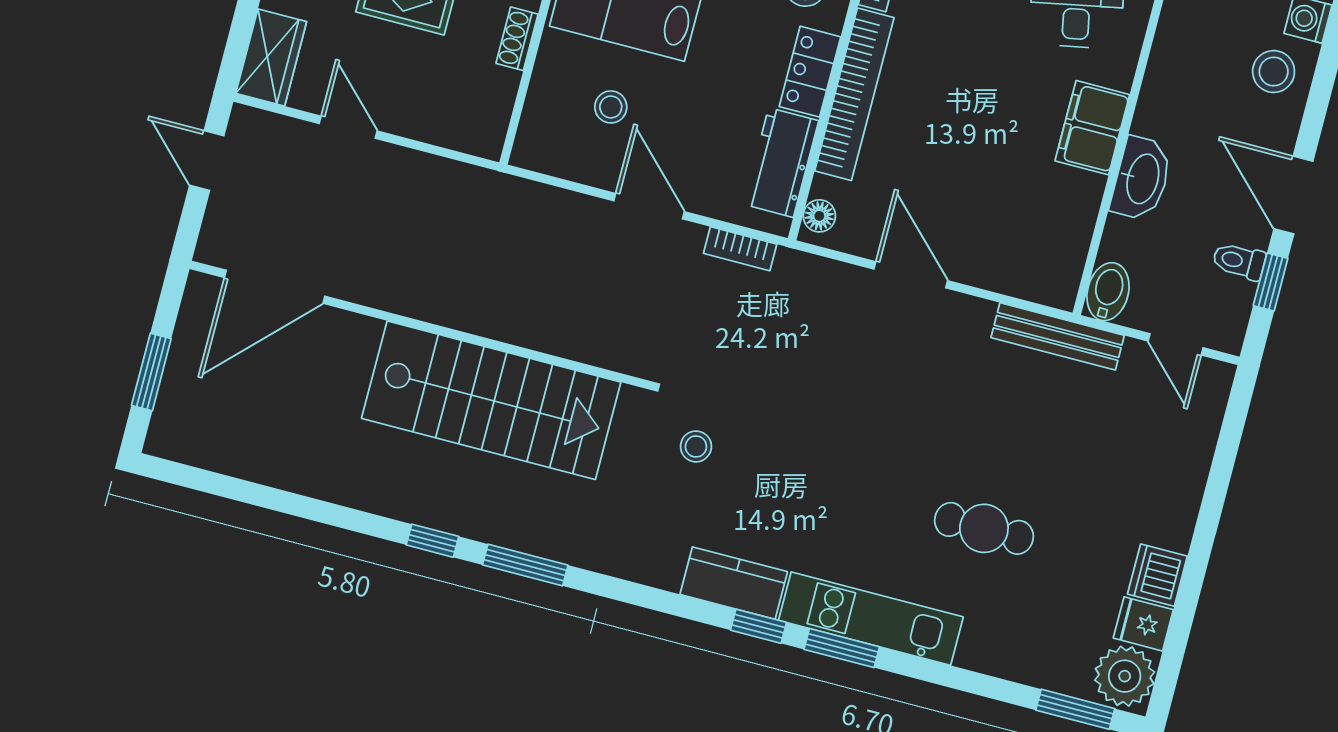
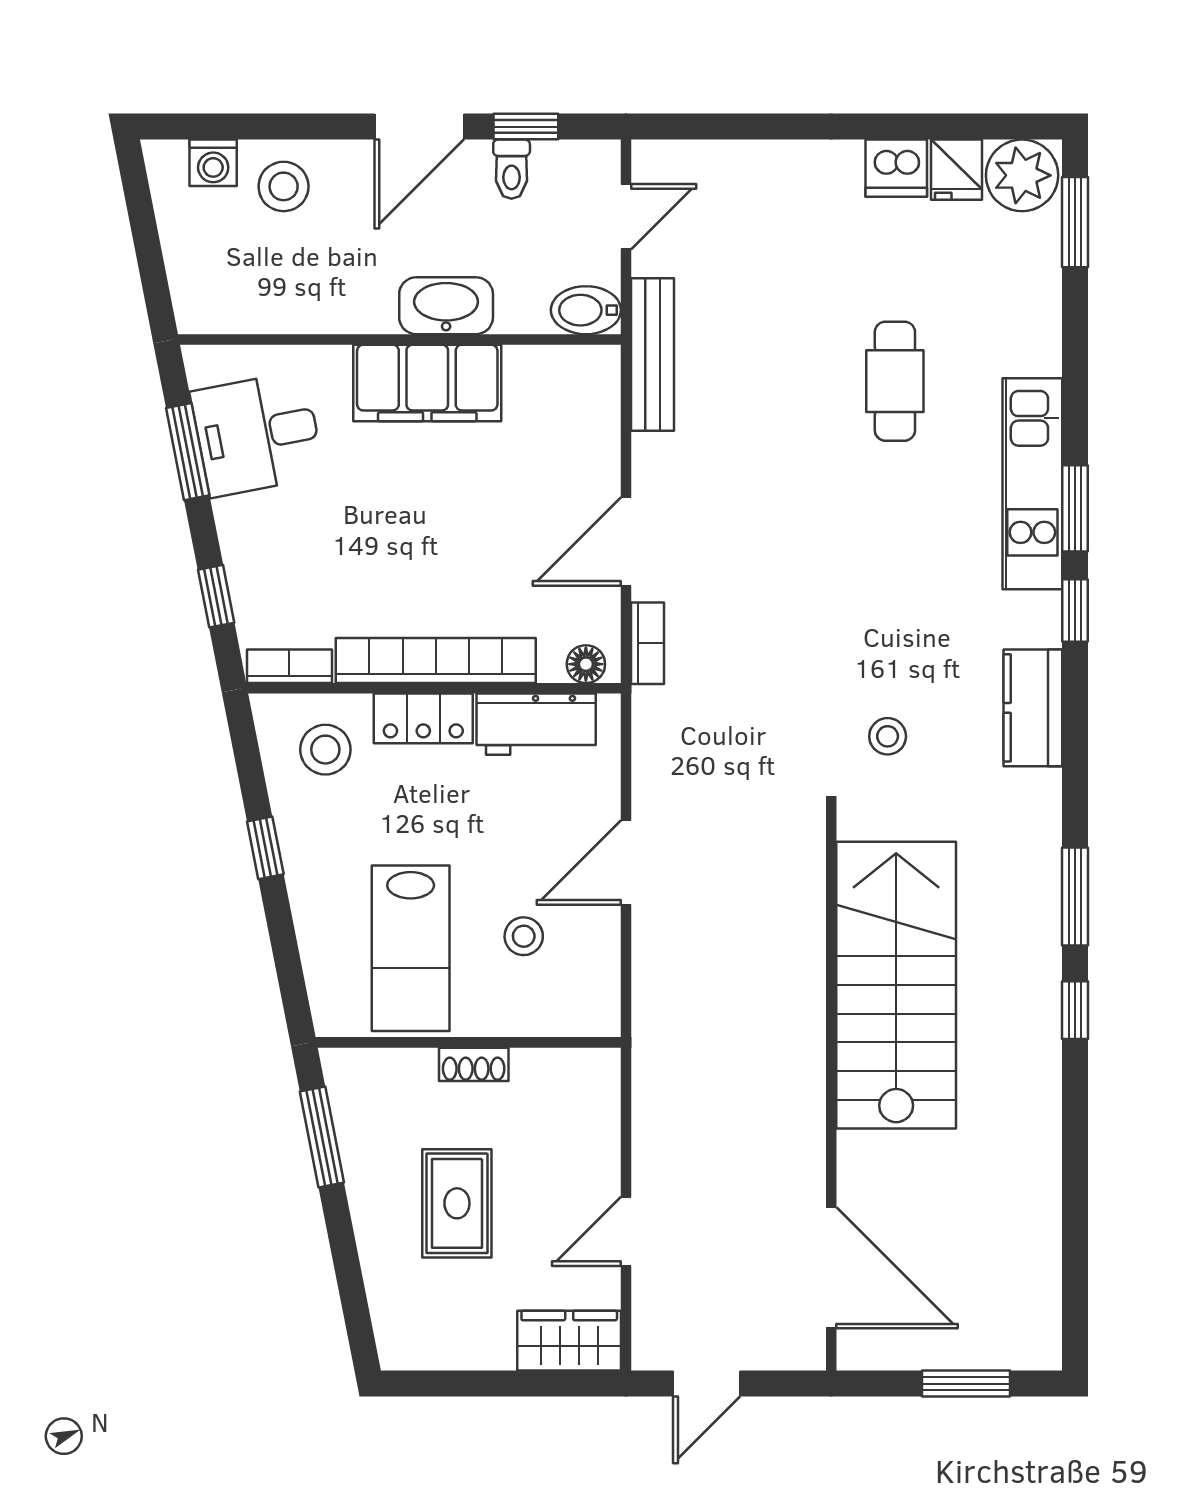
filing cabinet: (1092, 128) -> (427, 383), width x1.50, depth x1.17
bookcase: (740, 249) -> (648, 643), moved
kitchen counter: (734, 583) -> (1033, 708), moved

